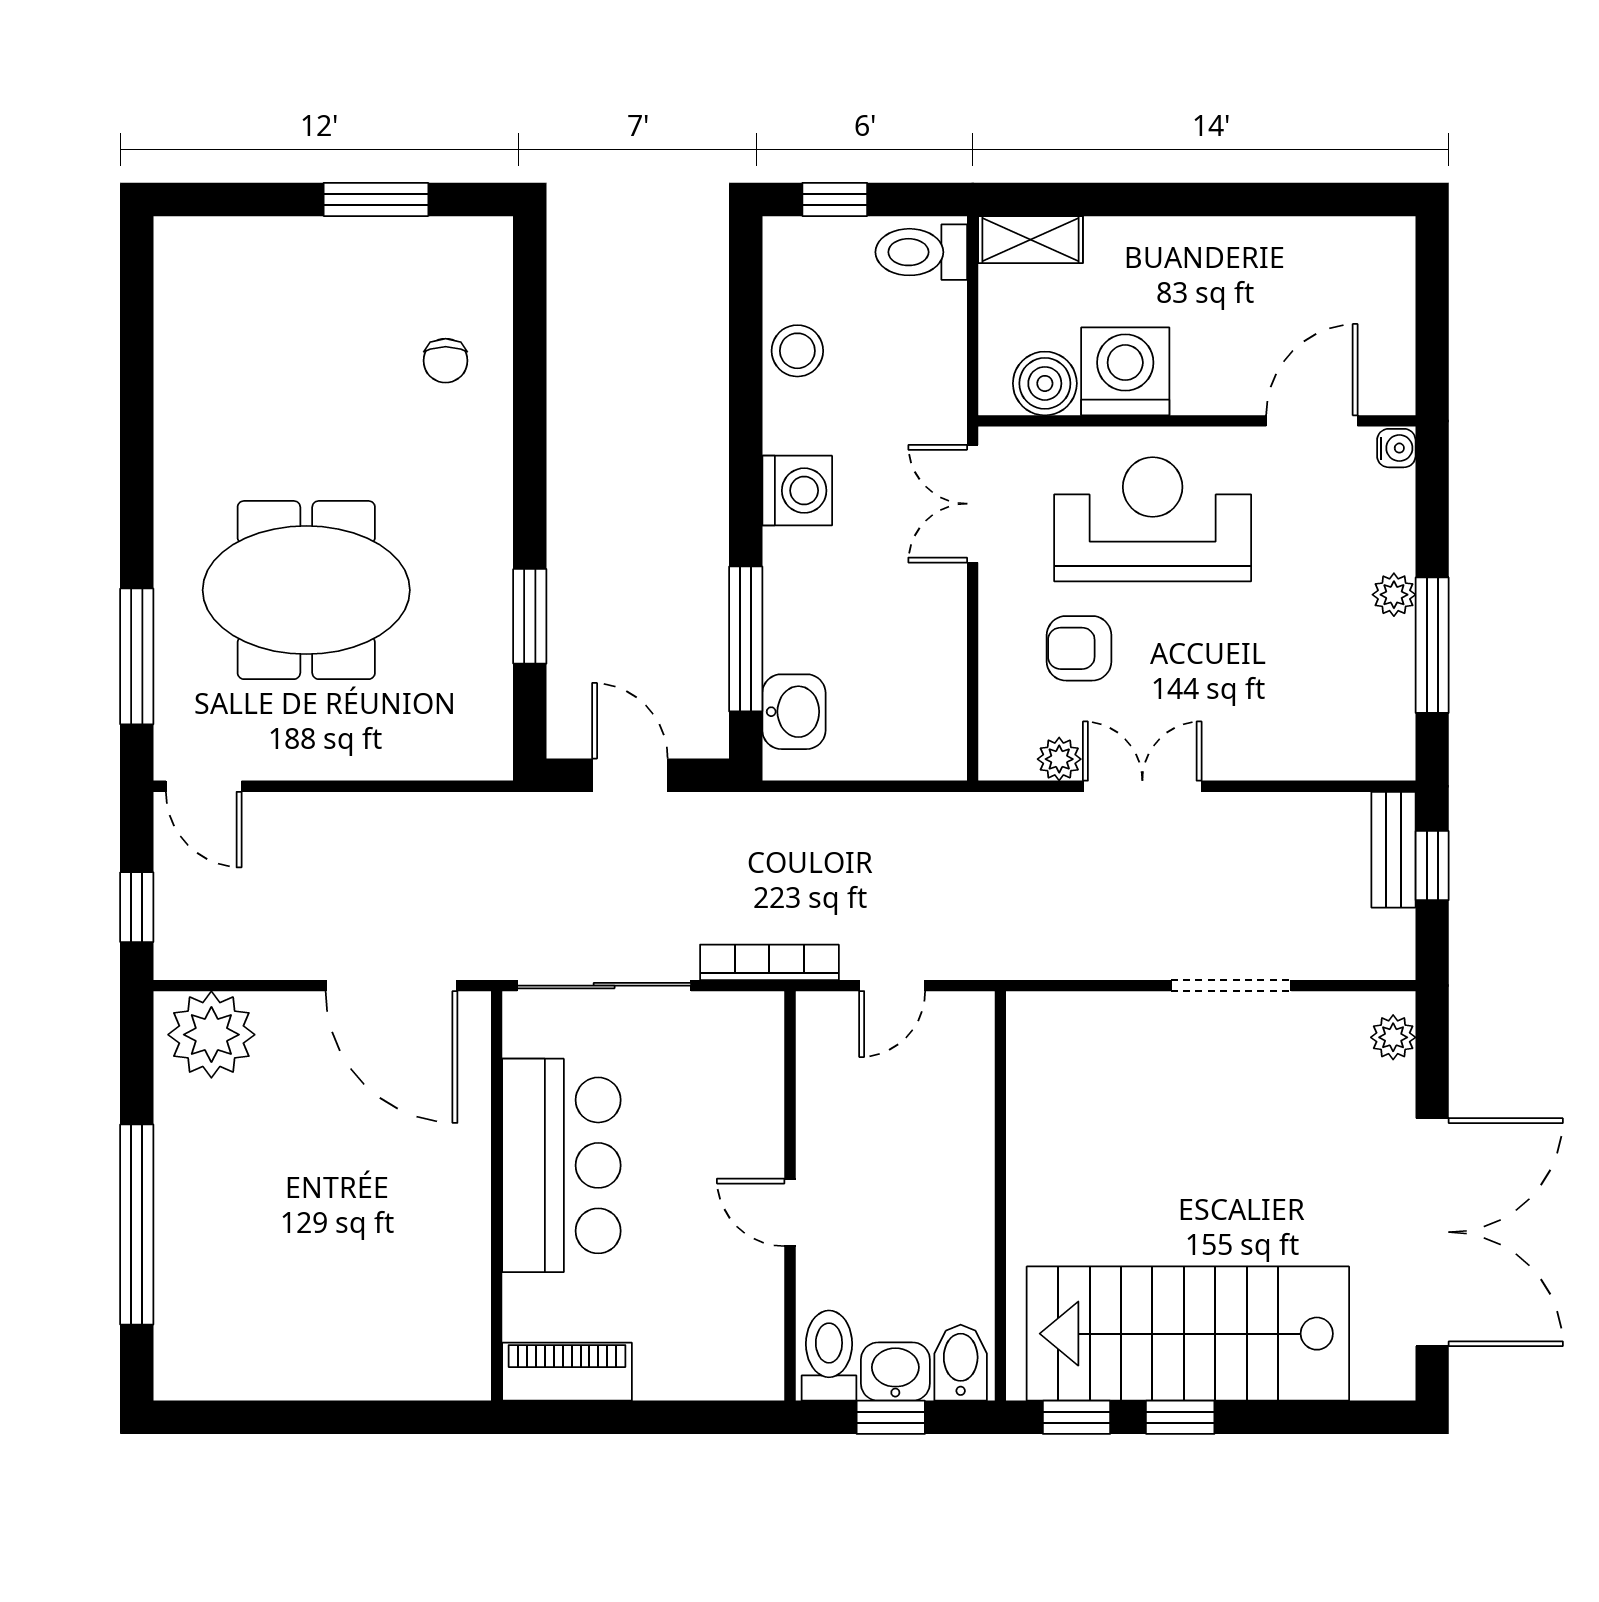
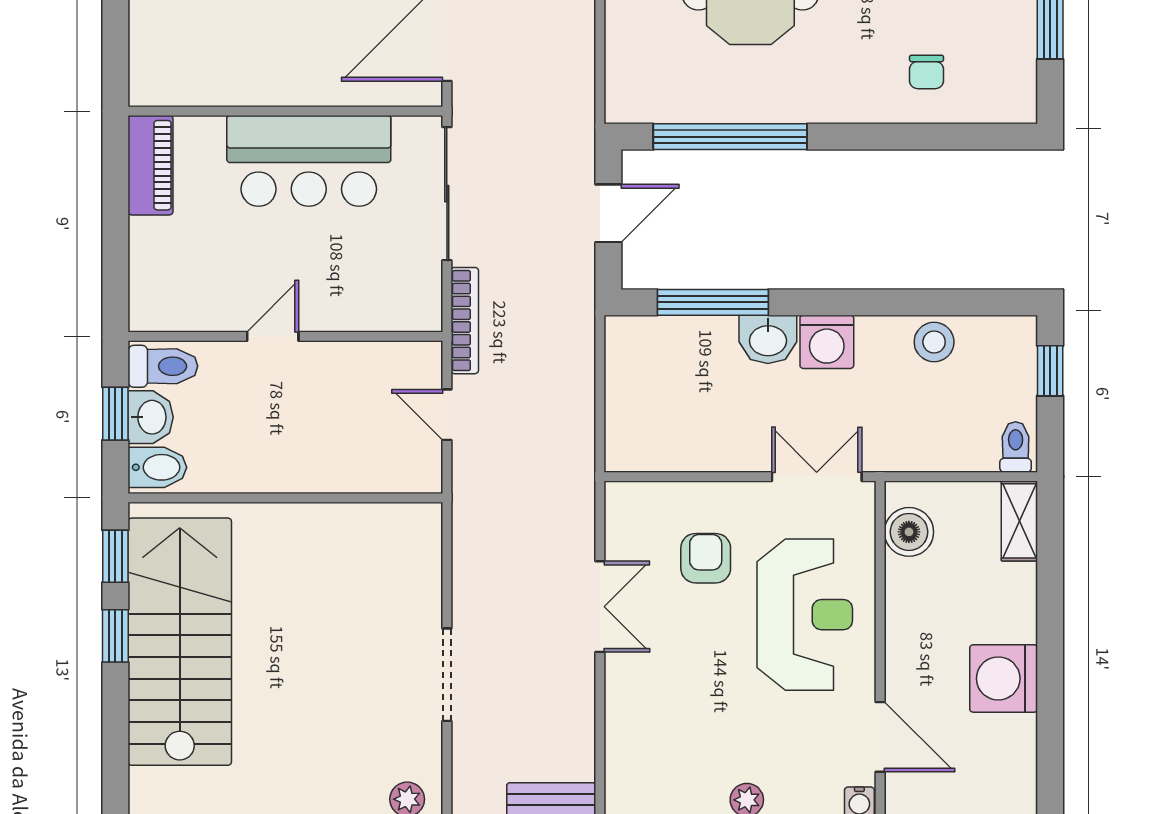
toilet: (921, 252) -> (1016, 447), width x0.73, depth x0.72
chair: (446, 361) -> (927, 72), turned -90
washing machine: (1125, 371) -> (1004, 678), moved, turned 180
window: (530, 616) -> (730, 137), width x2.11
washbasin: (794, 712) -> (768, 339), moved
plant: (1059, 759) -> (621, 543), removed

